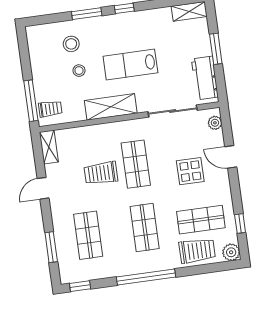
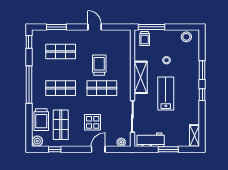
stool: (71, 44) -> (186, 37), moved
shelving: (49, 147) -> (120, 34), removed

